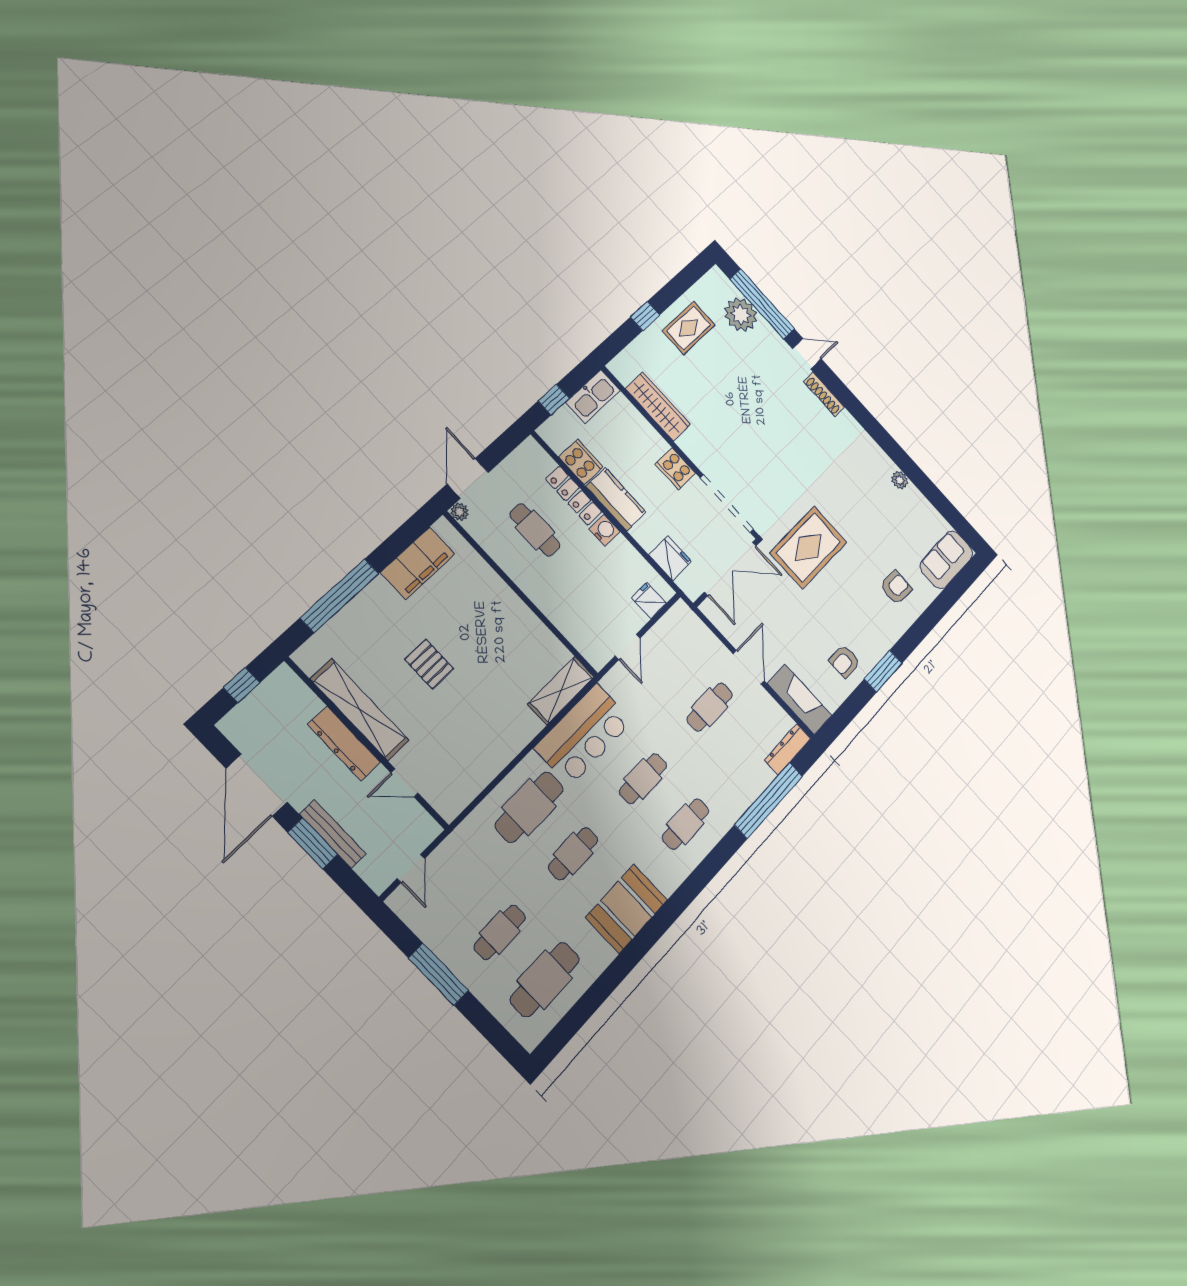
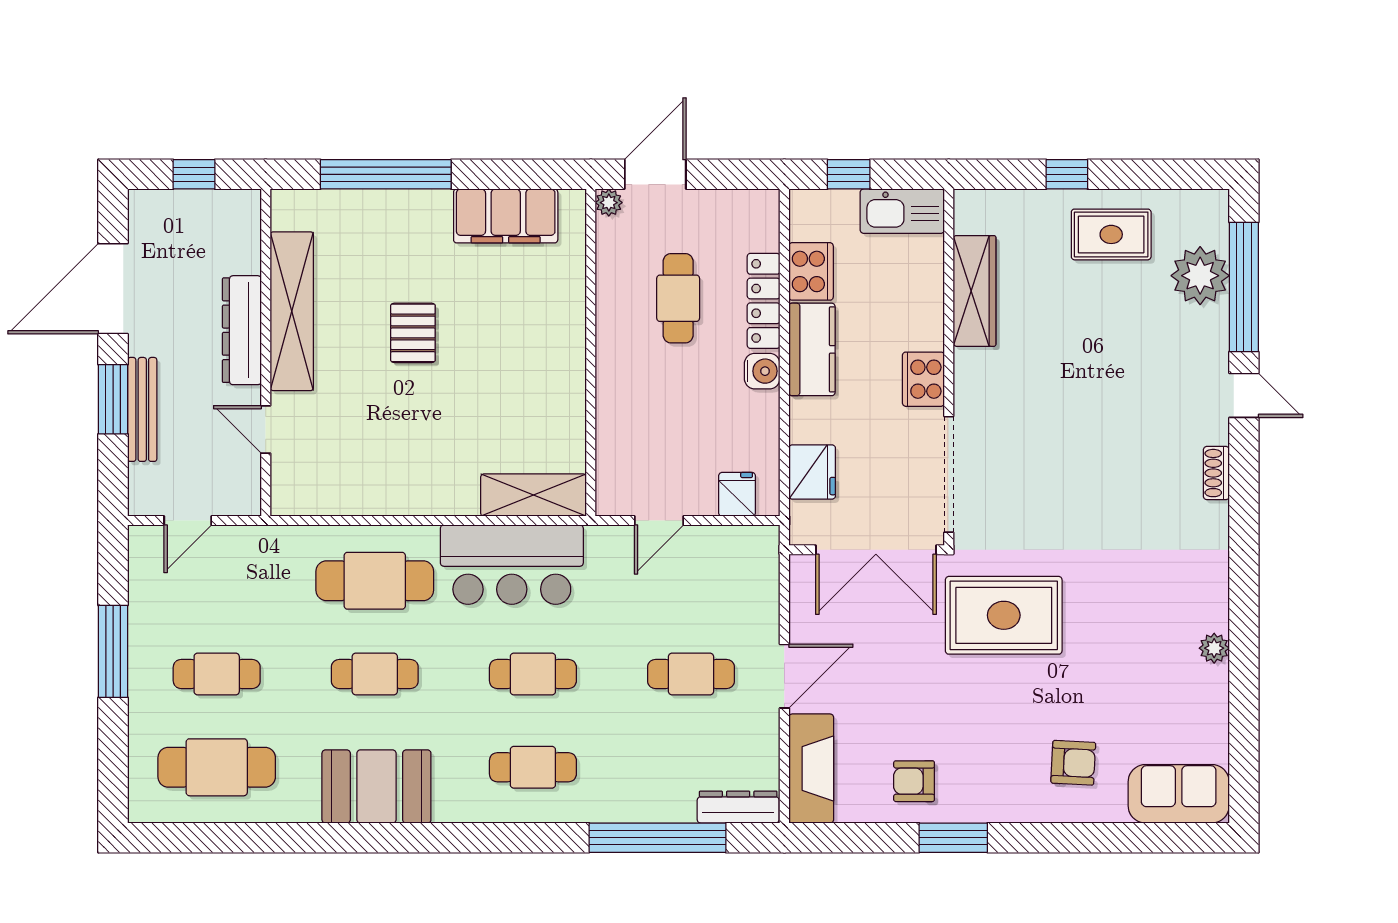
shoe rack: (824, 394) -> (1216, 473), width x0.70

